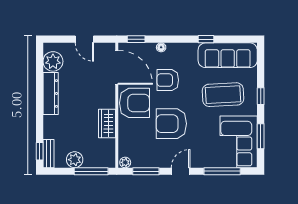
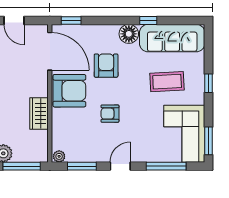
floor lamp: (161, 47) -> (129, 34), moved, width x1.89, depth x1.89
armchair: (168, 80) -> (106, 66), turned 90
coffee table: (223, 95) -> (167, 82), width x0.73, depth x0.76
armchair: (171, 124) -> (110, 114), width x0.53, depth x0.53
window: (261, 136) -> (208, 141), moved

